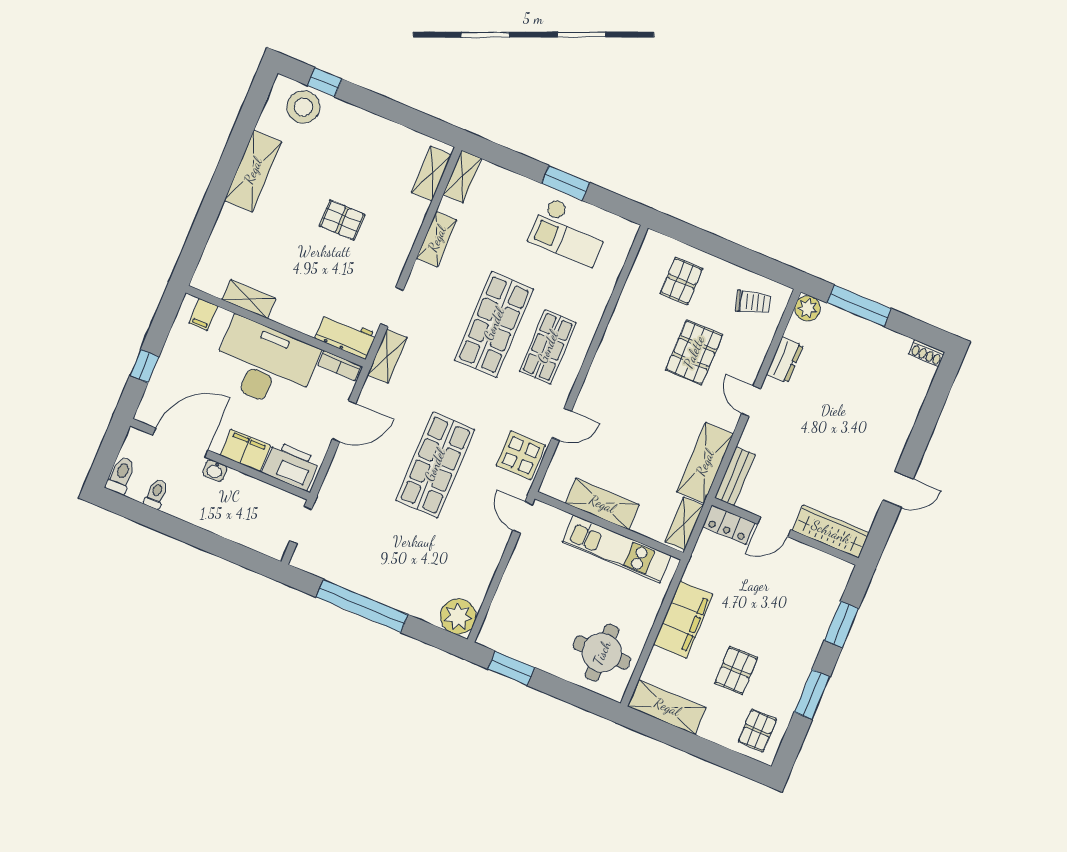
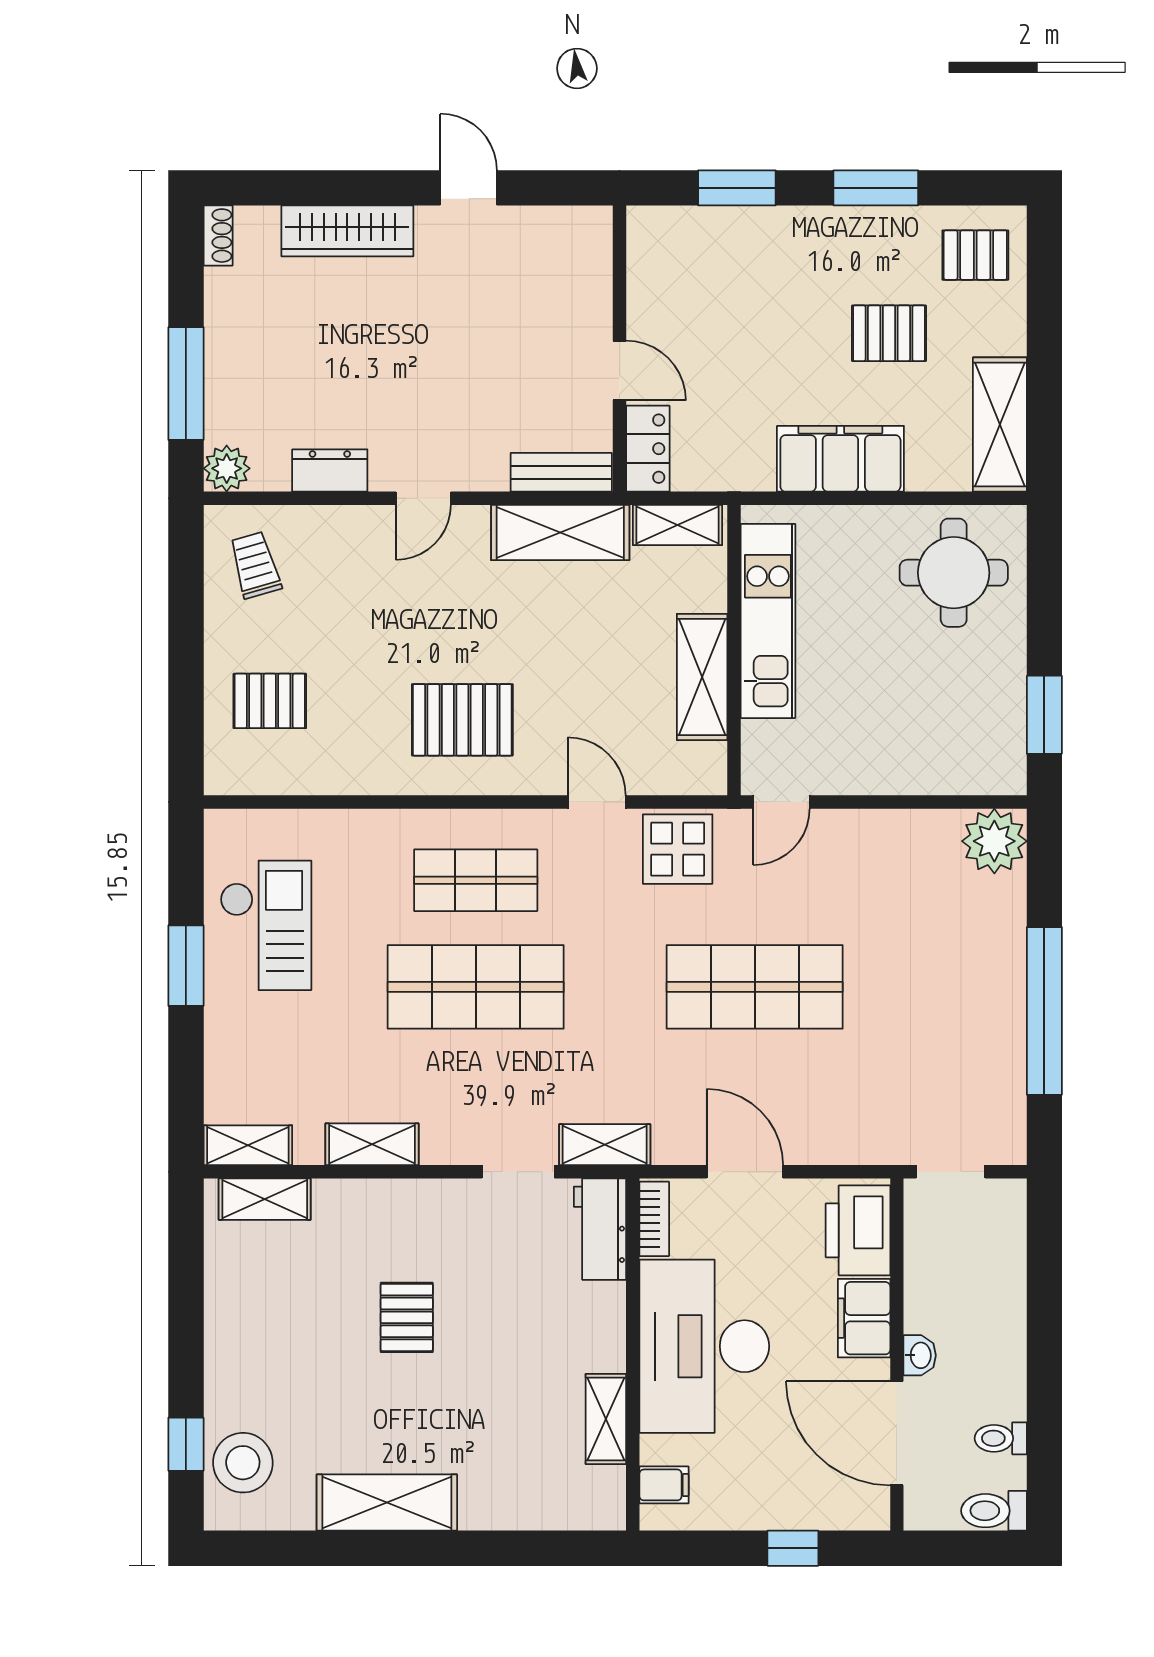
pallet: (694, 352) -> (462, 720), moved
wardrobe: (831, 532) -> (347, 231), moved, turned -90

